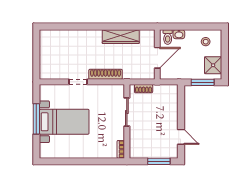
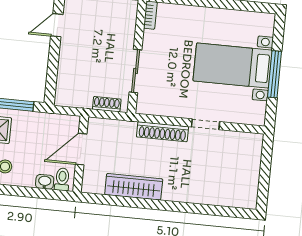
door: (181, 137) -> (57, 25), hinge flipped

